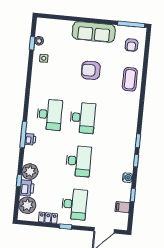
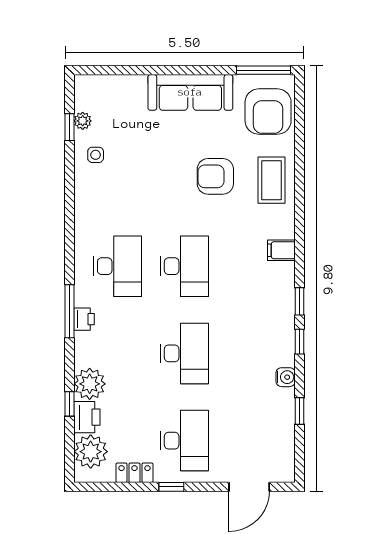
armchair: (131, 45) -> (268, 112), width x1.88, depth x1.88
armchair: (91, 70) -> (215, 176), moved
filing cabinet: (122, 207) -> (281, 250), moved

